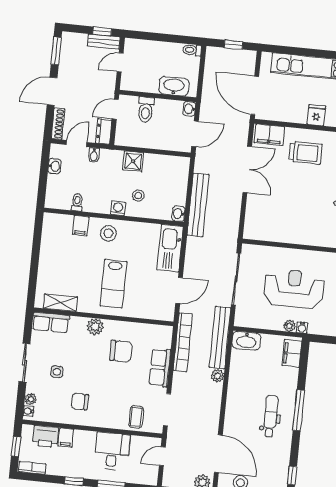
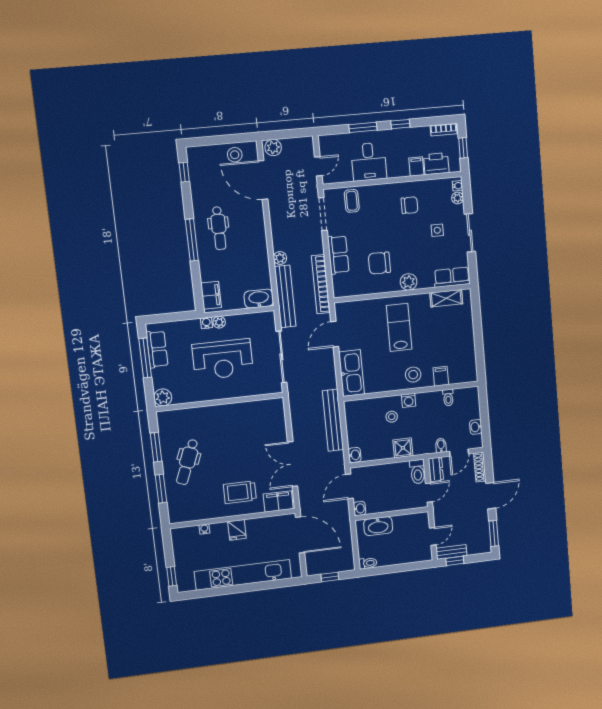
toilet: (146, 110) -> (418, 472), moved, turned 180
washbasin: (178, 214) -> (355, 455), moved

